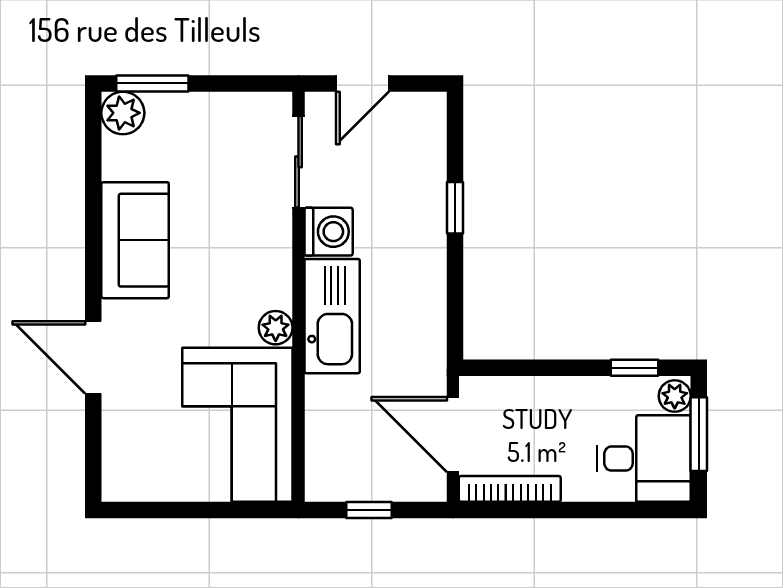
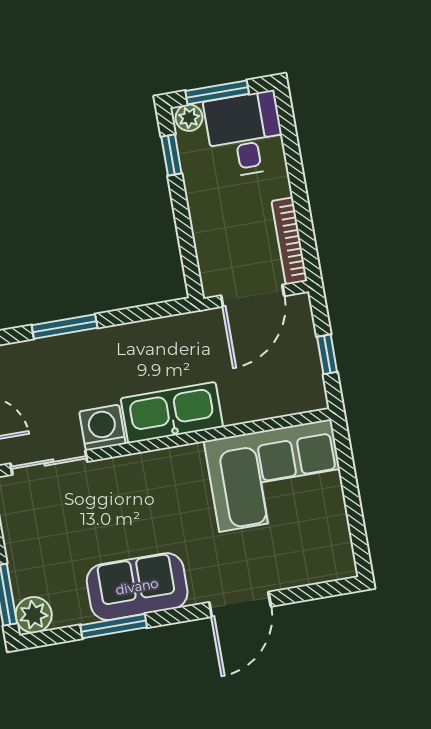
window: (93, 205) -> (114, 626), added
window: (455, 208) -> (65, 327), width x1.50
plant: (276, 328) -> (189, 458), removed

